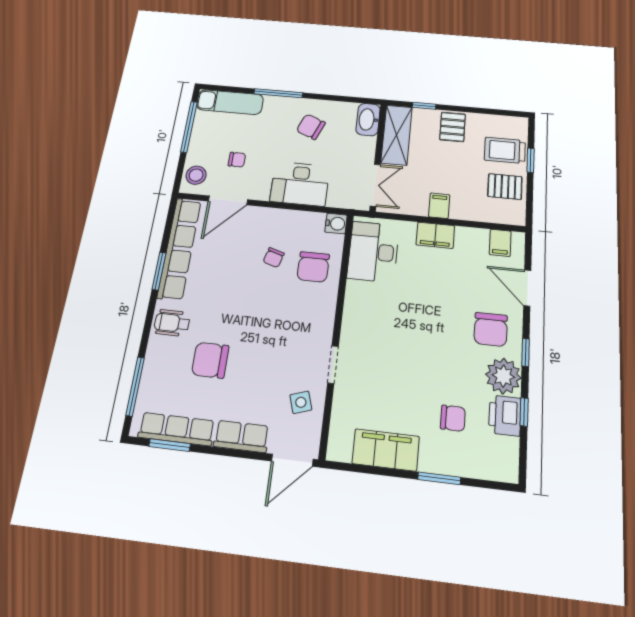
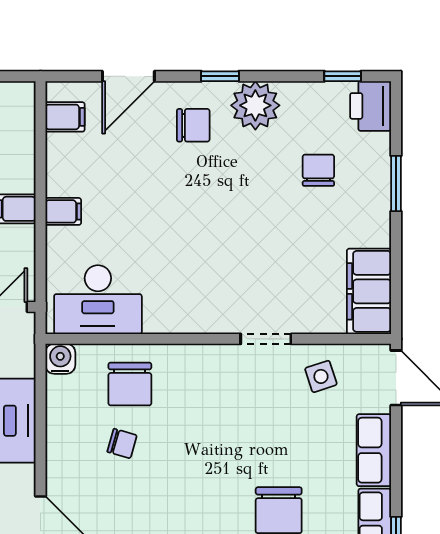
filing cabinet: (435, 235) -> (63, 211), width x0.50
chair: (313, 267) -> (130, 384), turned 90
chair: (491, 329) -> (193, 125), width x0.73, depth x0.73
window: (524, 412) -> (343, 76), moved
printer: (505, 415) -> (371, 106), moved, turned 90
filing cabinet: (386, 450) -> (369, 291), moved

